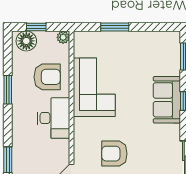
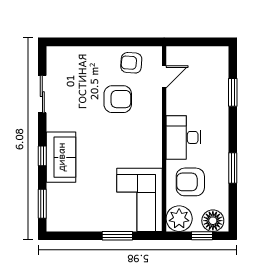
plant: (63, 37) -> (179, 219), width x1.88, depth x1.88
corner sofa: (94, 87) -> (139, 200), moved

